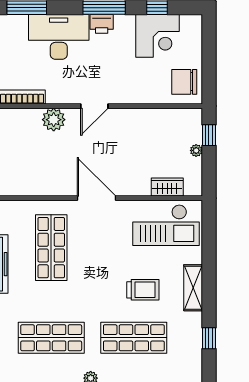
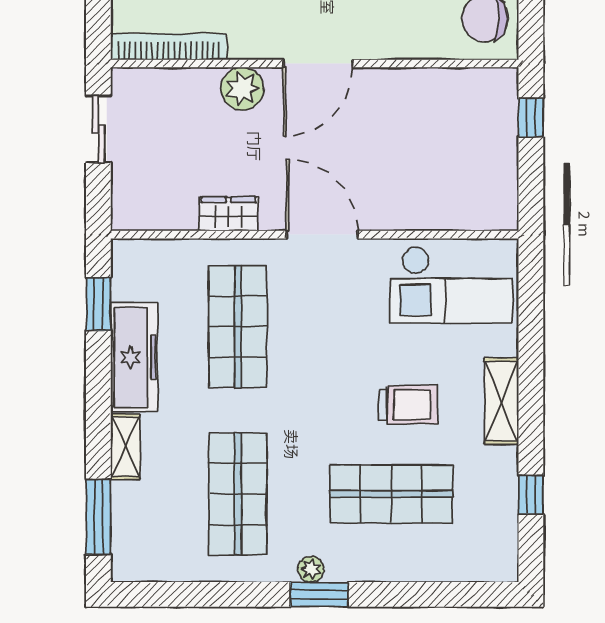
door: (94, 106) -> (318, 64), width x1.36
plant: (196, 150) -> (507, 146), removed
wardrobe: (167, 187) -> (228, 214), moved
shop shelf: (51, 338) -> (238, 494), turned 90

